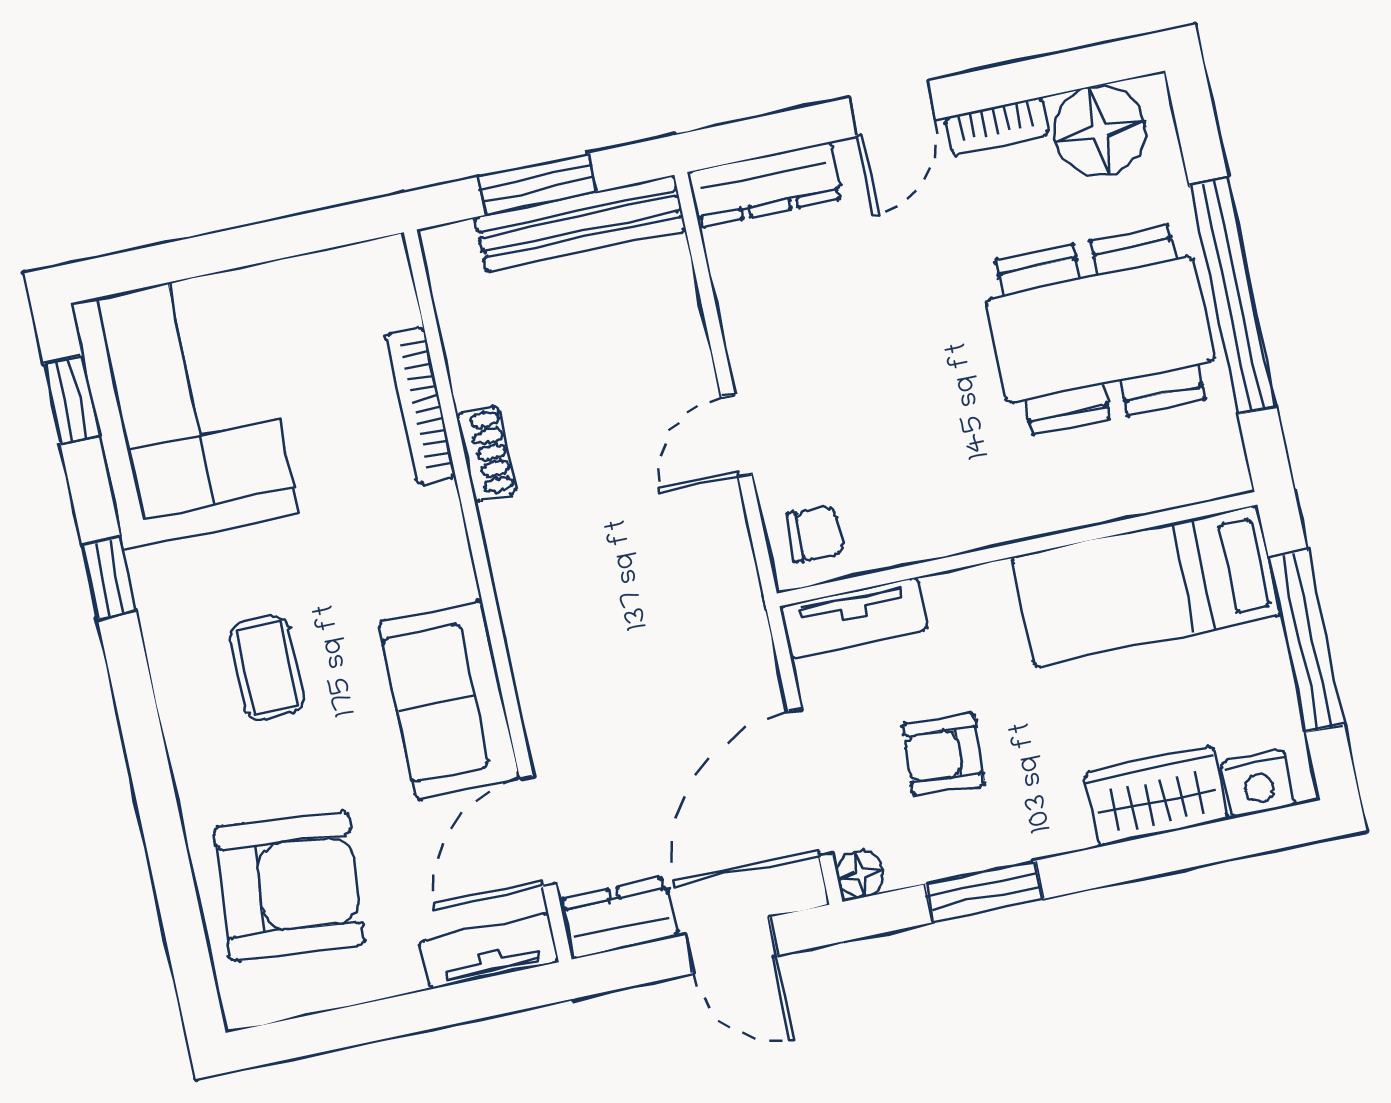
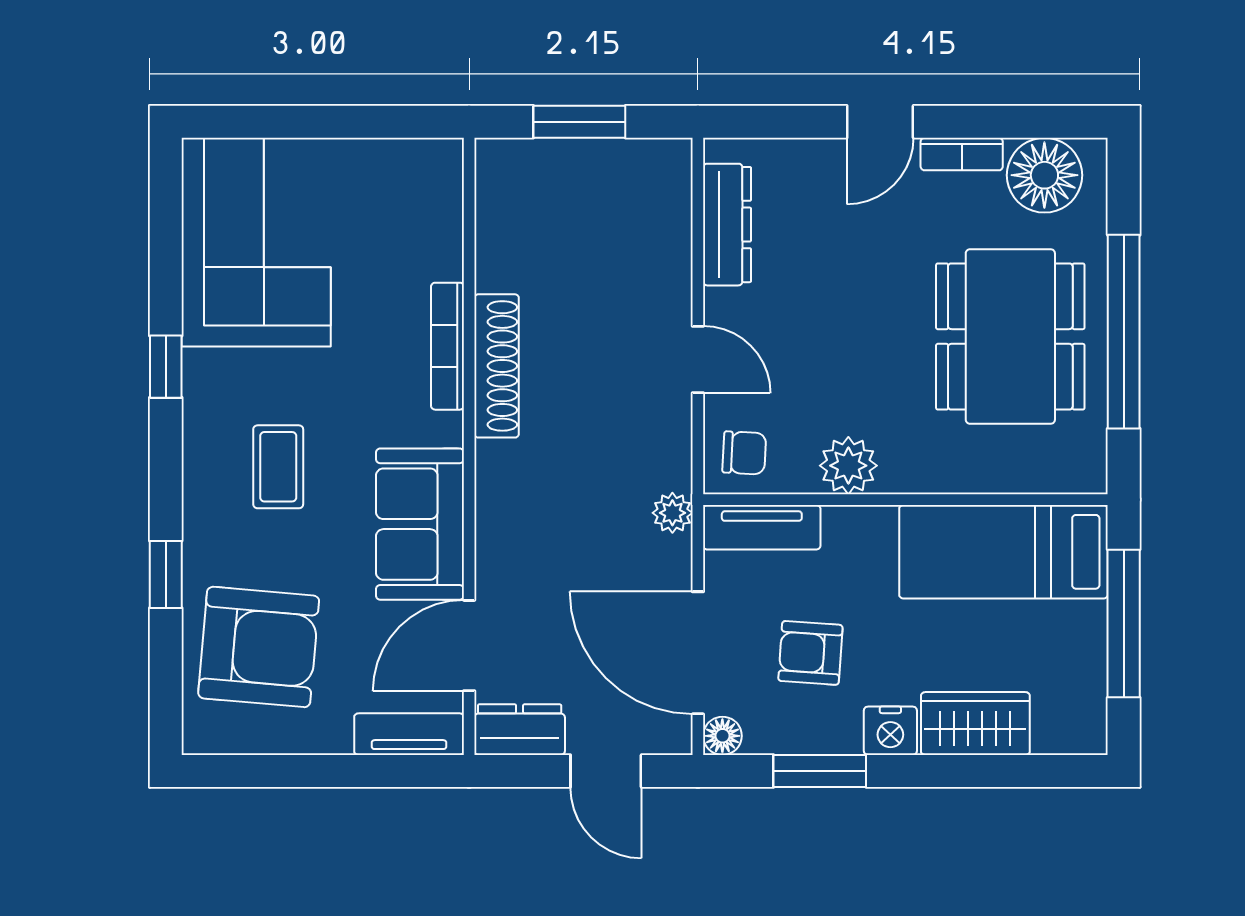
dresser: (765, 185) -> (727, 225), moved, turned -90
bench: (580, 224) -> (608, 161), removed
dining table: (1100, 330) -> (1010, 336), turned 90
window: (71, 400) -> (166, 574), moved
bookcase: (421, 406) -> (447, 346), moved
door: (736, 436) -> (698, 359), swing flipped
shoe rack: (486, 454) -> (497, 366), width x1.94, depth x1.24
plant: (941, 523) -> (848, 466), added
plant: (745, 623) -> (672, 513), added
door: (810, 782) -> (698, 653), hinge flipped
nightstand: (1258, 783) -> (890, 731), moved

